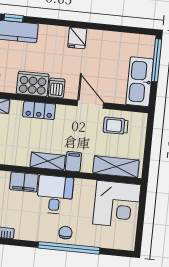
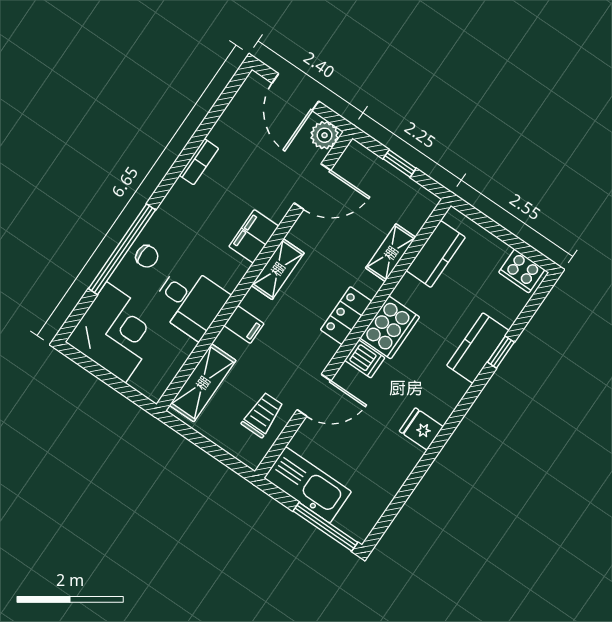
shelving: (48, 161) -> (278, 269), moved
desk: (55, 195) -> (190, 301), moved
corner desk: (117, 204) -> (116, 332), moved, turned 180

